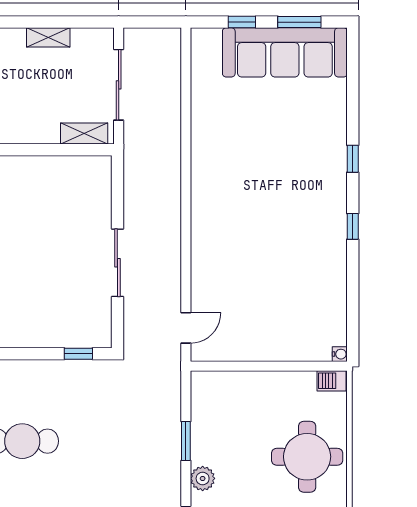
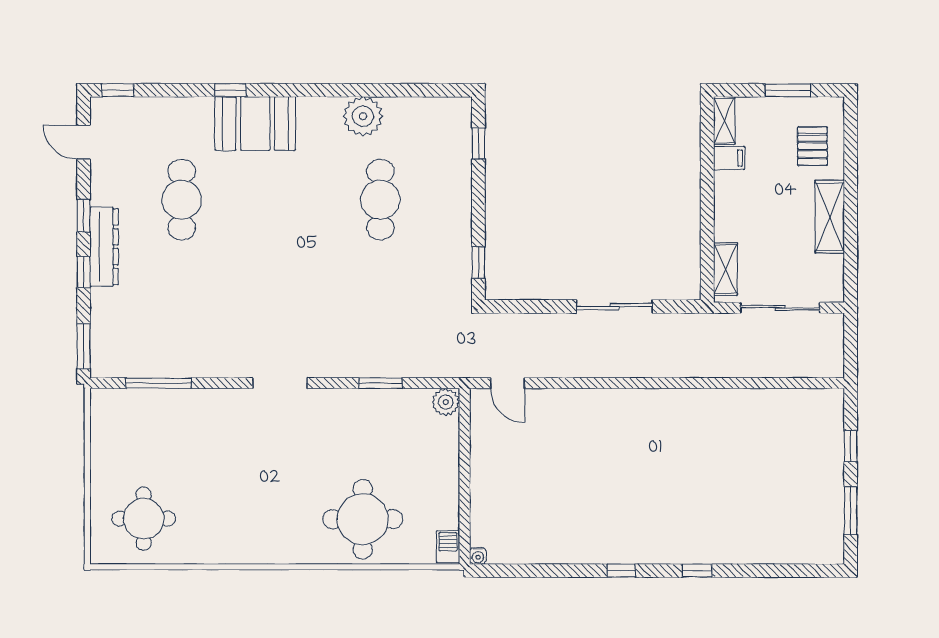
shelving: (48, 37) -> (830, 217), width x1.50, depth x1.33
sofa: (285, 52) -> (817, 494), removed
sliding door: (117, 263) -> (614, 307), moved
plant: (203, 478) -> (446, 402), moved

